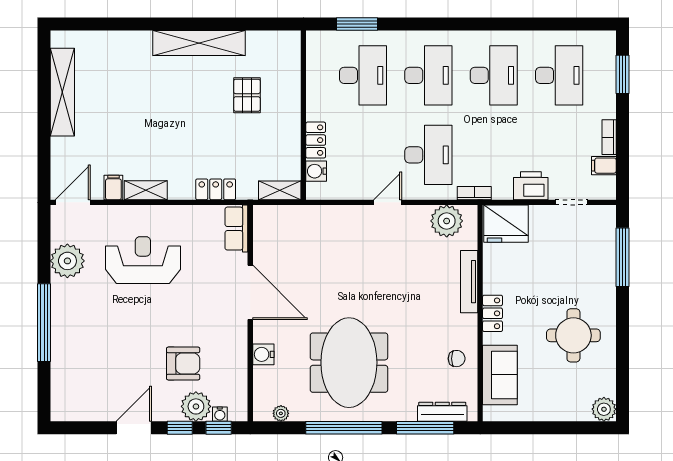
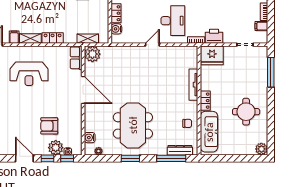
printer: (531, 186) -> (214, 36), moved
locker: (216, 189) -> (53, 38), moved
shelving: (280, 190) -> (88, 39), moved
plant: (447, 221) -> (92, 54), moved
reception desk: (143, 260) -> (29, 74), turned 180
water cooler: (263, 354) -> (90, 138), moved
armchair: (183, 363) -> (49, 126), turned 180
sofa: (500, 375) -> (209, 132), width x1.36
door: (134, 428) -> (24, 158), hinge flipped
window: (344, 428) -> (130, 158), width x0.47

